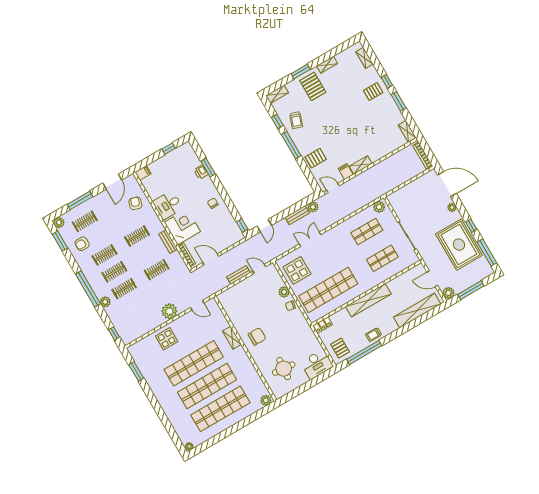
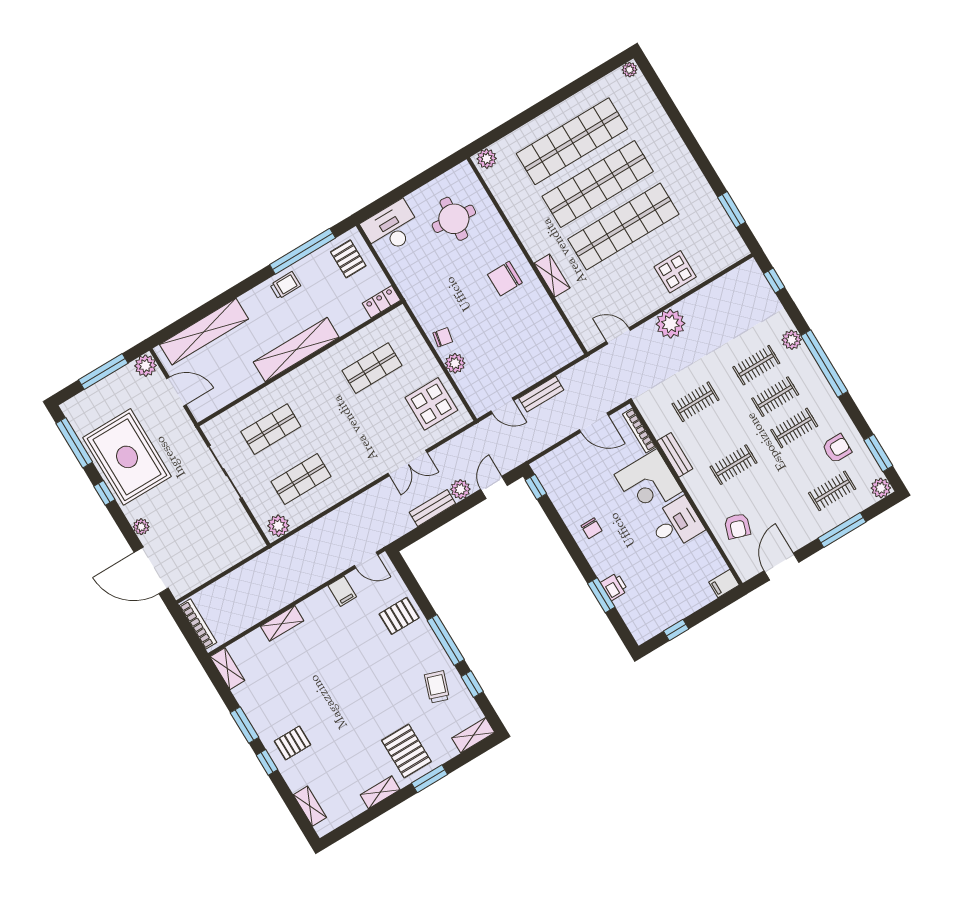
shelving: (361, 165) -> (282, 623), moved
plant: (313, 207) -> (460, 489), moved
shop shelf: (328, 290) -> (372, 368), width x0.50, depth x0.74

